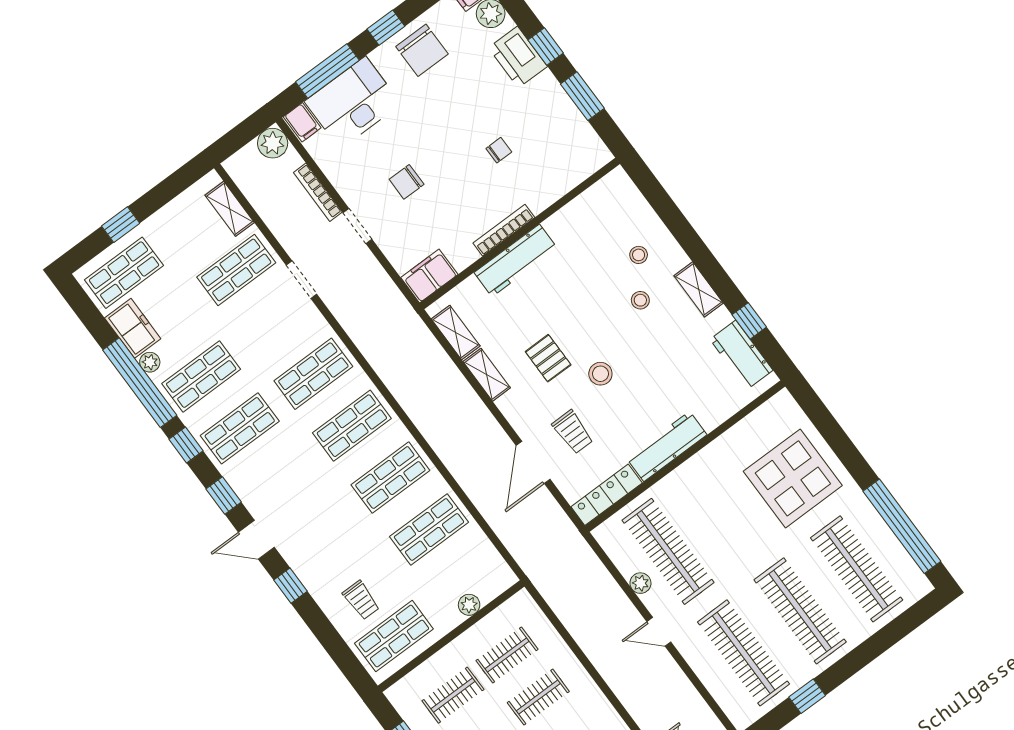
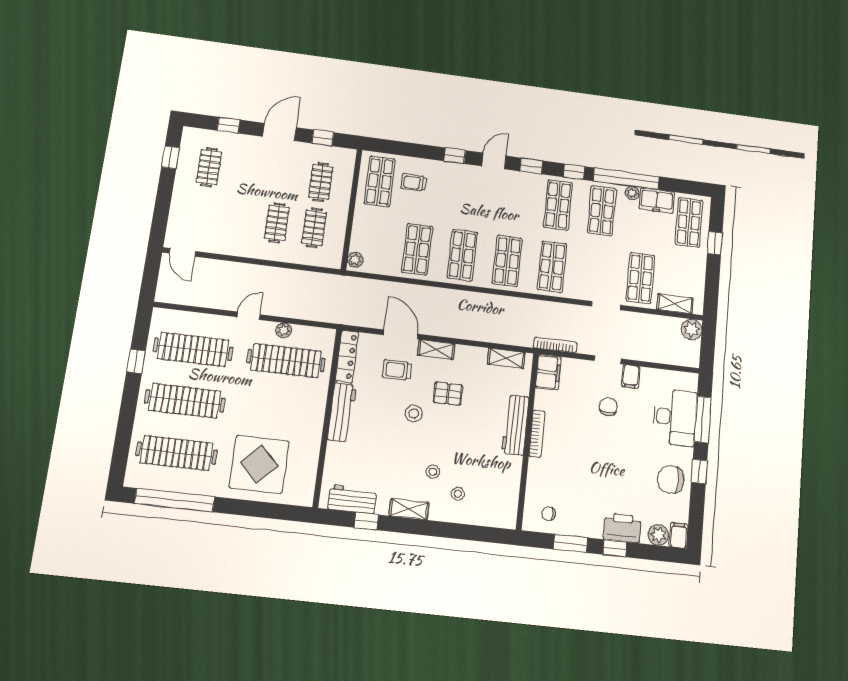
filing cabinet: (302, 122) -> (631, 376), moved, turned -90
plant: (273, 143) -> (692, 329), moved
chair: (499, 150) -> (549, 514), moved, turned 90
bookcase: (318, 192) -> (555, 345), moved
shelving: (487, 375) -> (436, 350), moved
plant: (469, 605) -> (355, 260), moved

